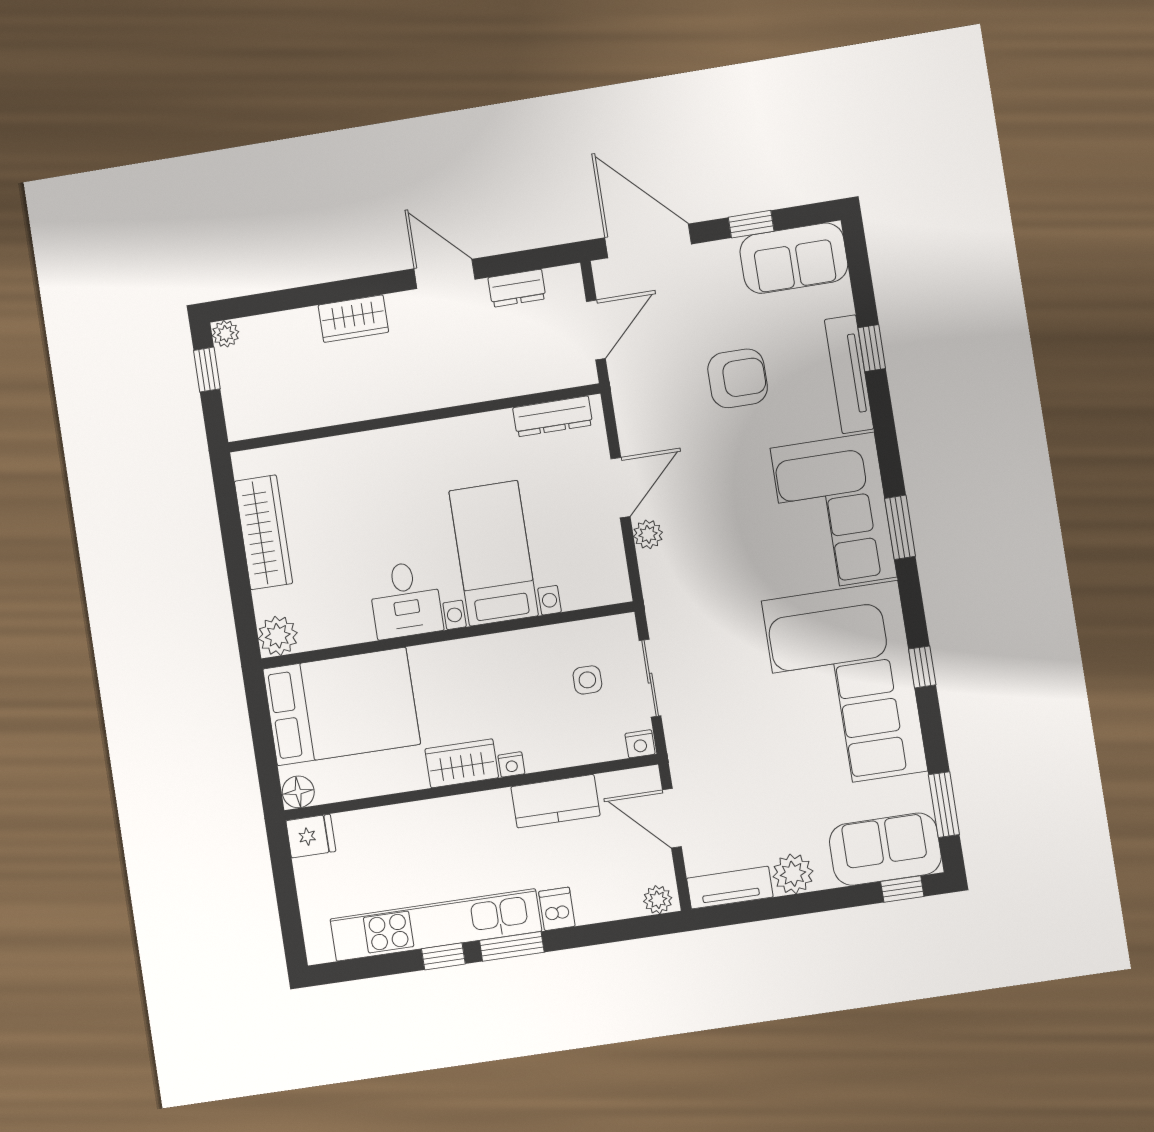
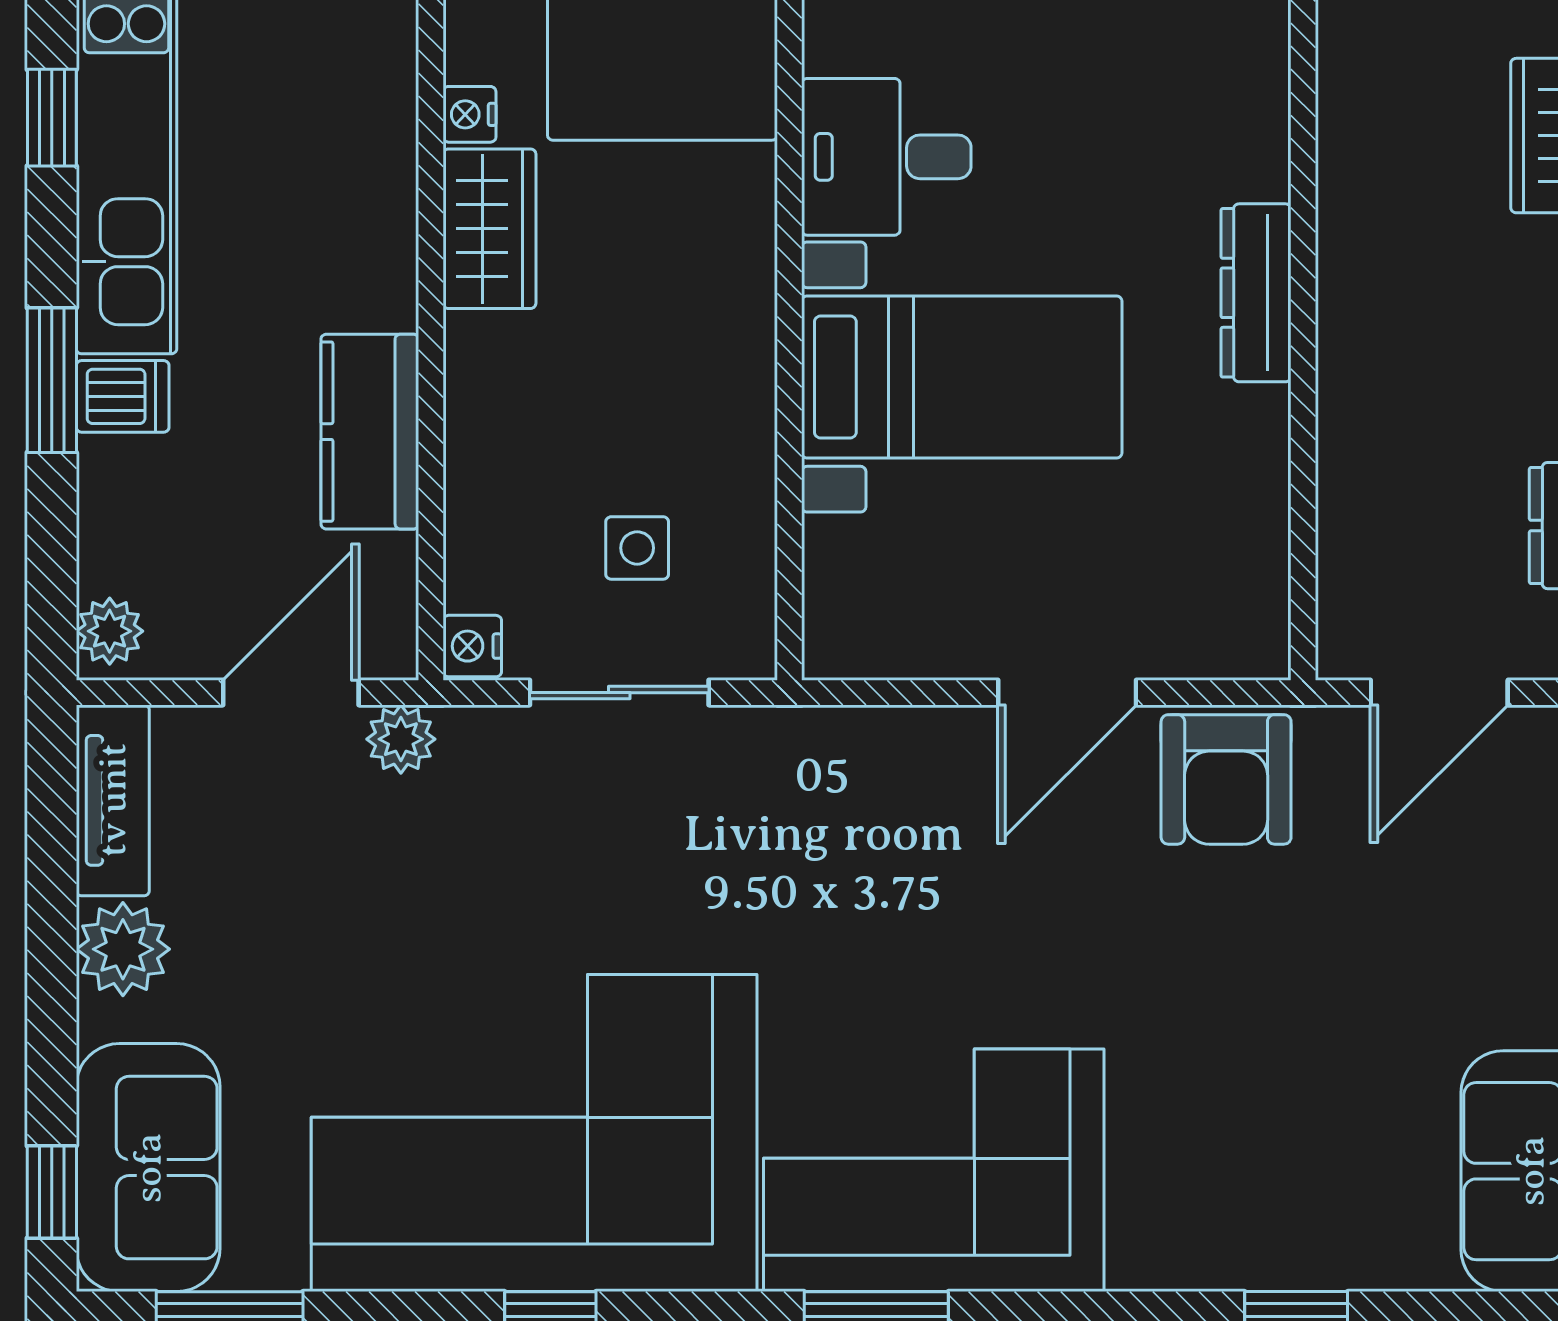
door: (596, 330) -> (1439, 693), hinge flipped
tv unit: (849, 374) -> (1245, 1255), removed
armchair: (738, 378) -> (1226, 779), moved
dresser: (553, 416) -> (1256, 293), moved
door: (620, 488) -> (1067, 693), hinge flipped
plant: (648, 534) -> (401, 739), moved
nightstand: (511, 764) -> (469, 114), moved
window: (512, 946) -> (52, 380), moved

